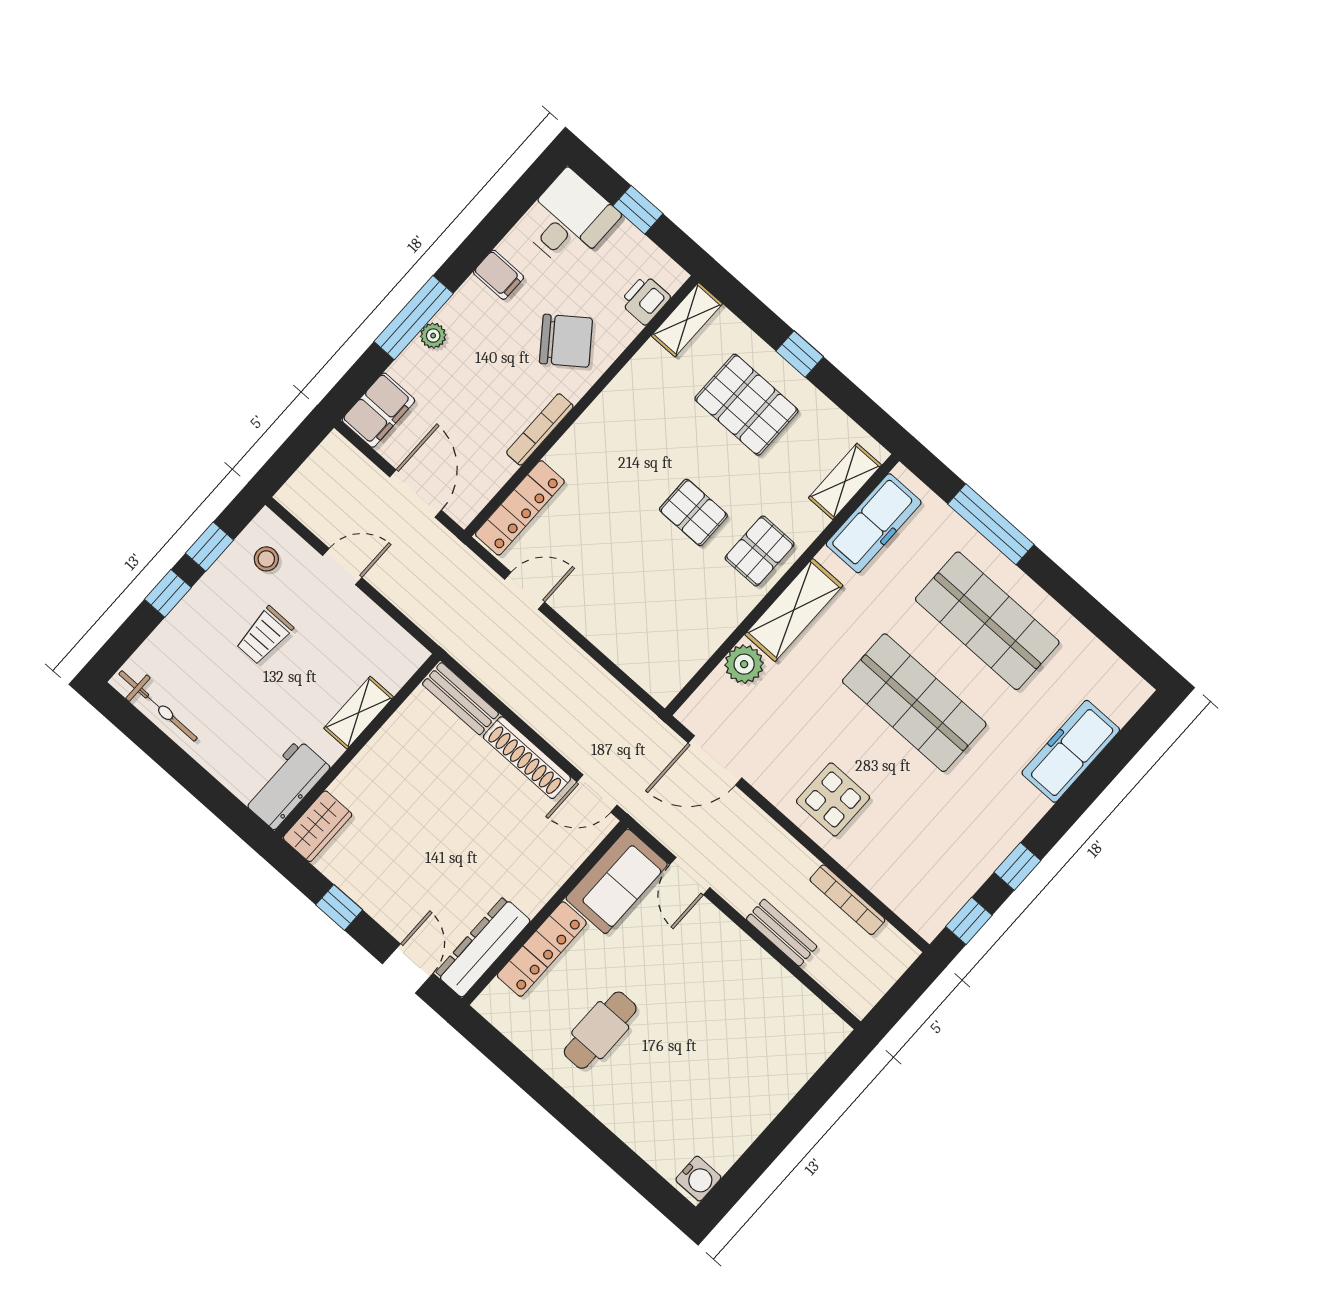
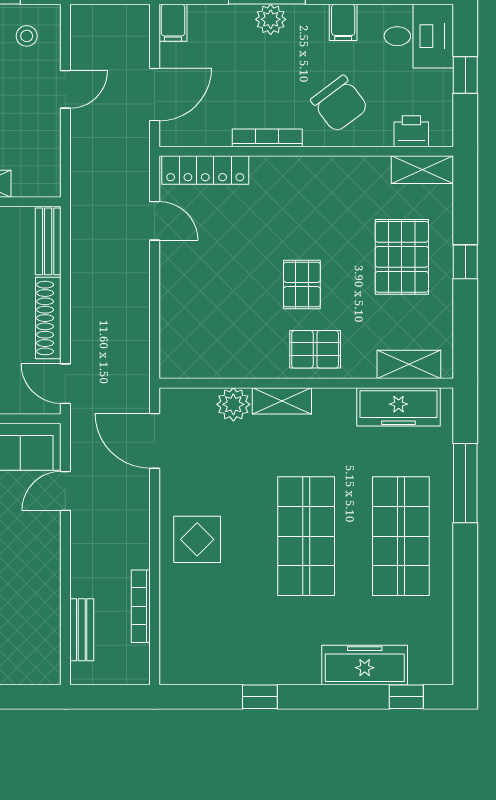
plant: (433, 336) -> (271, 19), width x1.38, depth x1.38
filing cabinet: (378, 410) -> (173, 23), width x0.50
door: (342, 567) -> (65, 89), hinge flipped
shelving: (794, 610) -> (282, 401), width x0.67, depth x0.75
window: (969, 921) -> (406, 697), moved
bench: (782, 933) -> (82, 630), moved

